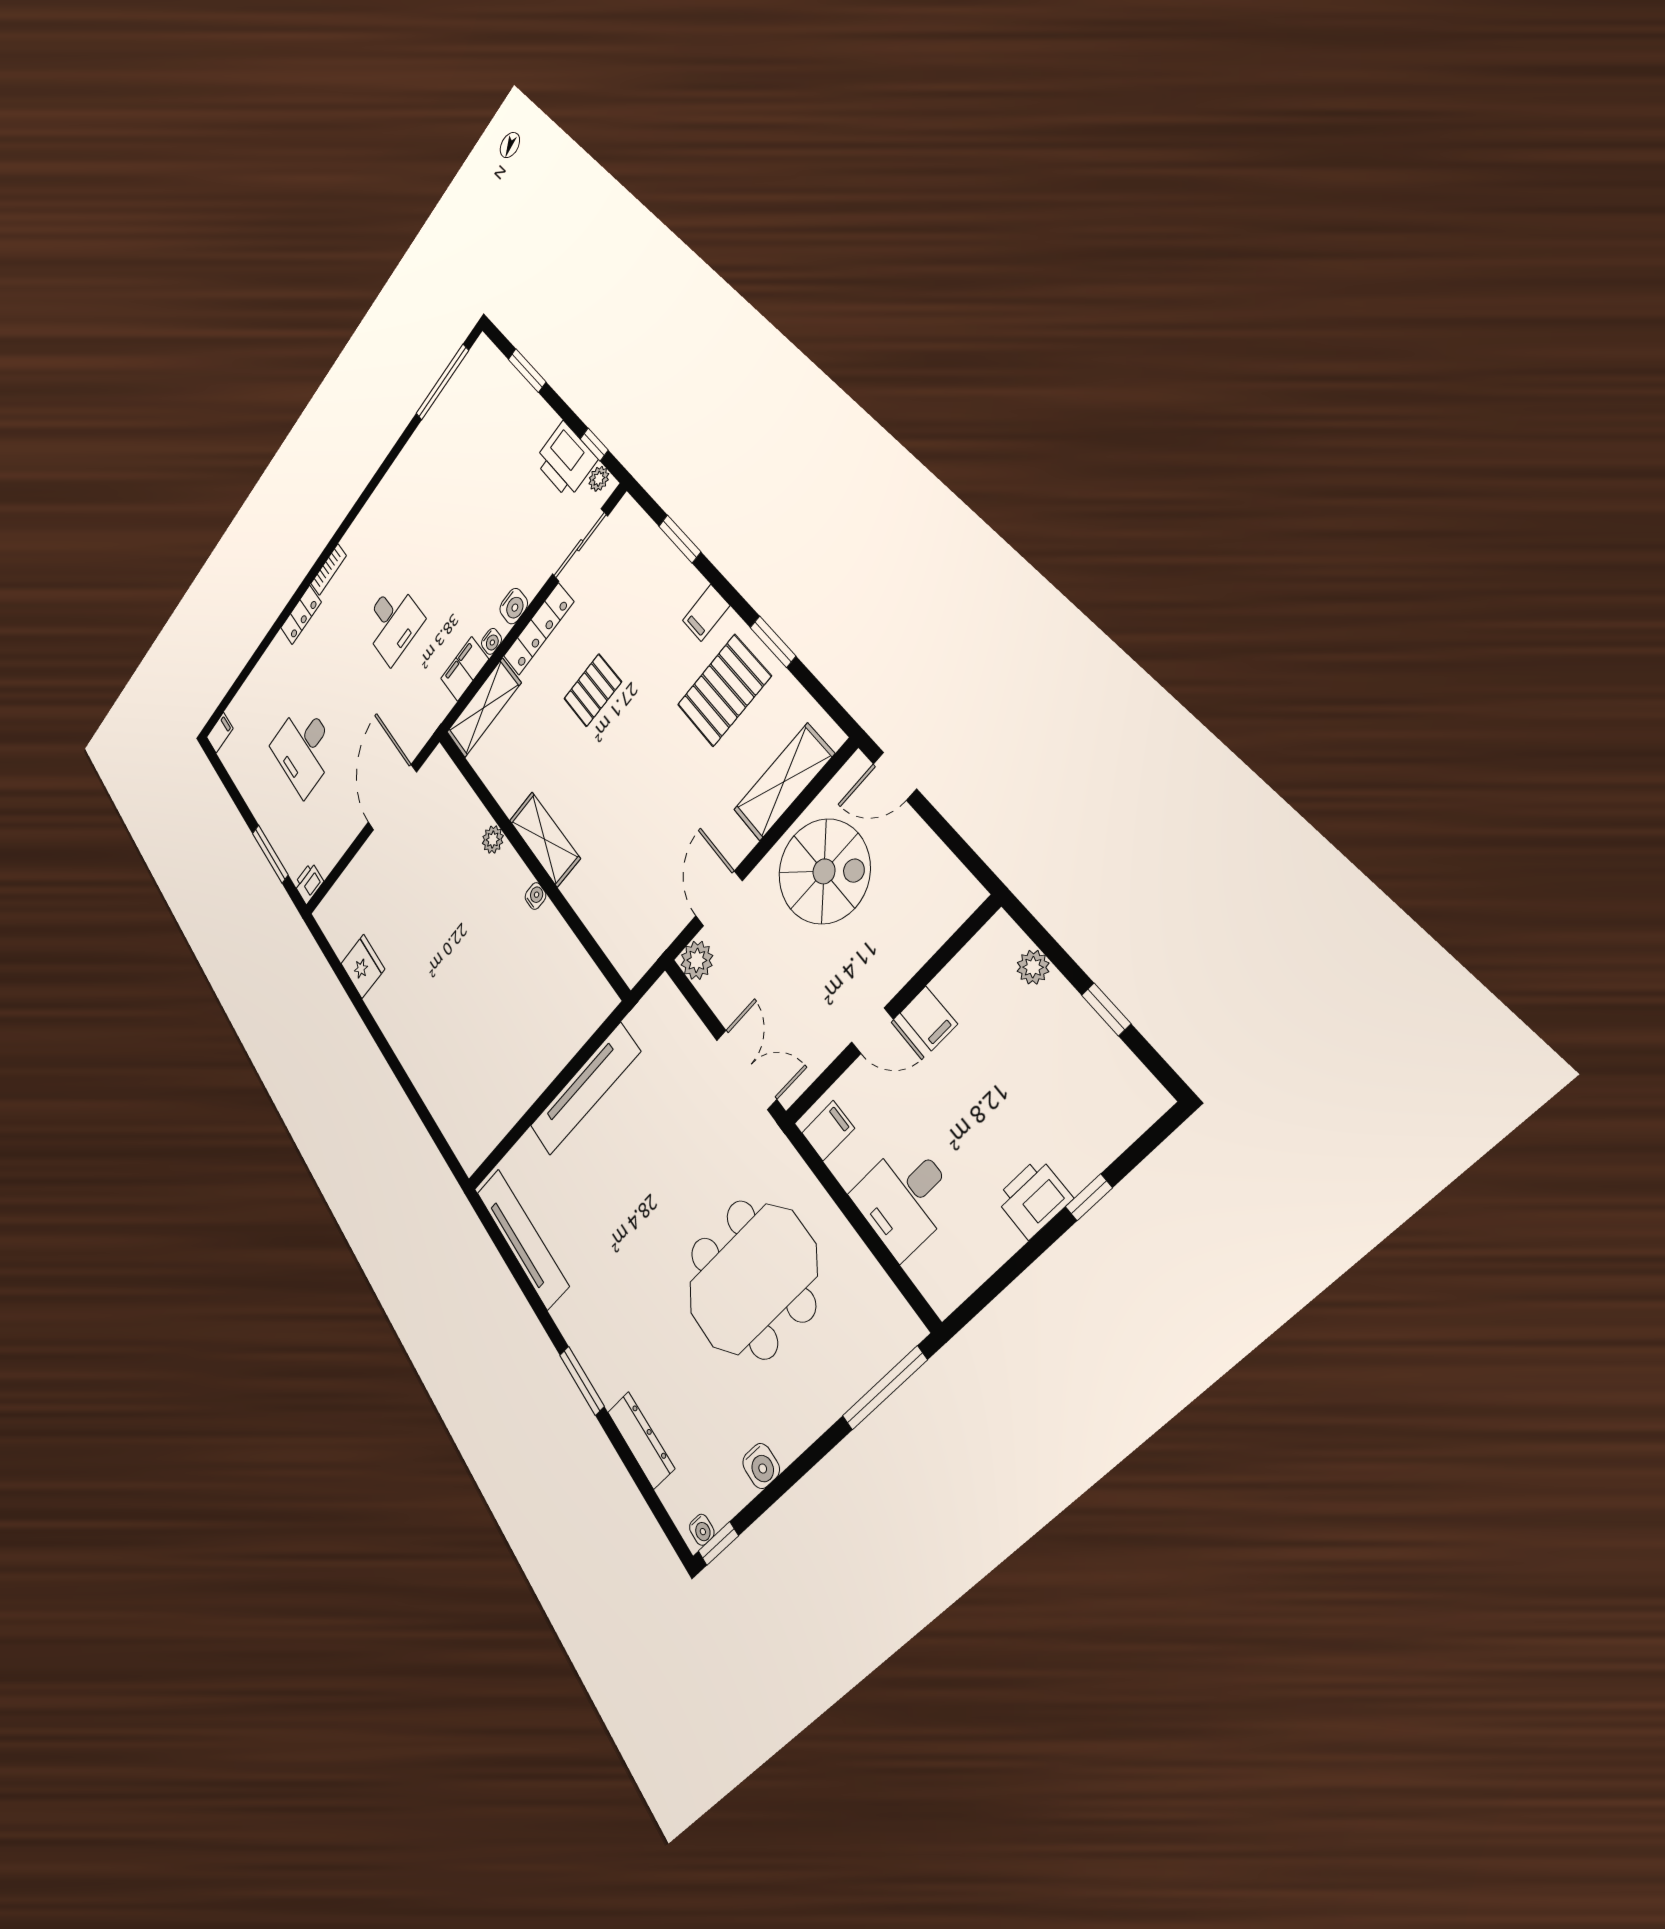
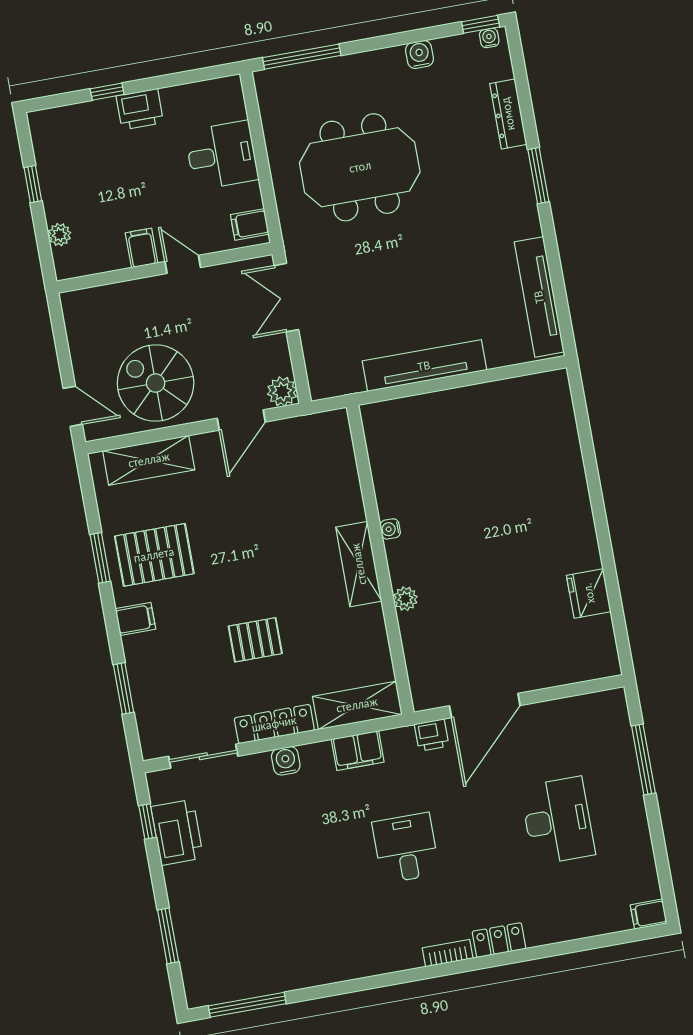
plant: (599, 479) -> (159, 792), removed
water cooler: (491, 641) -> (321, 751), removed
printer: (309, 883) -> (432, 735), moved

